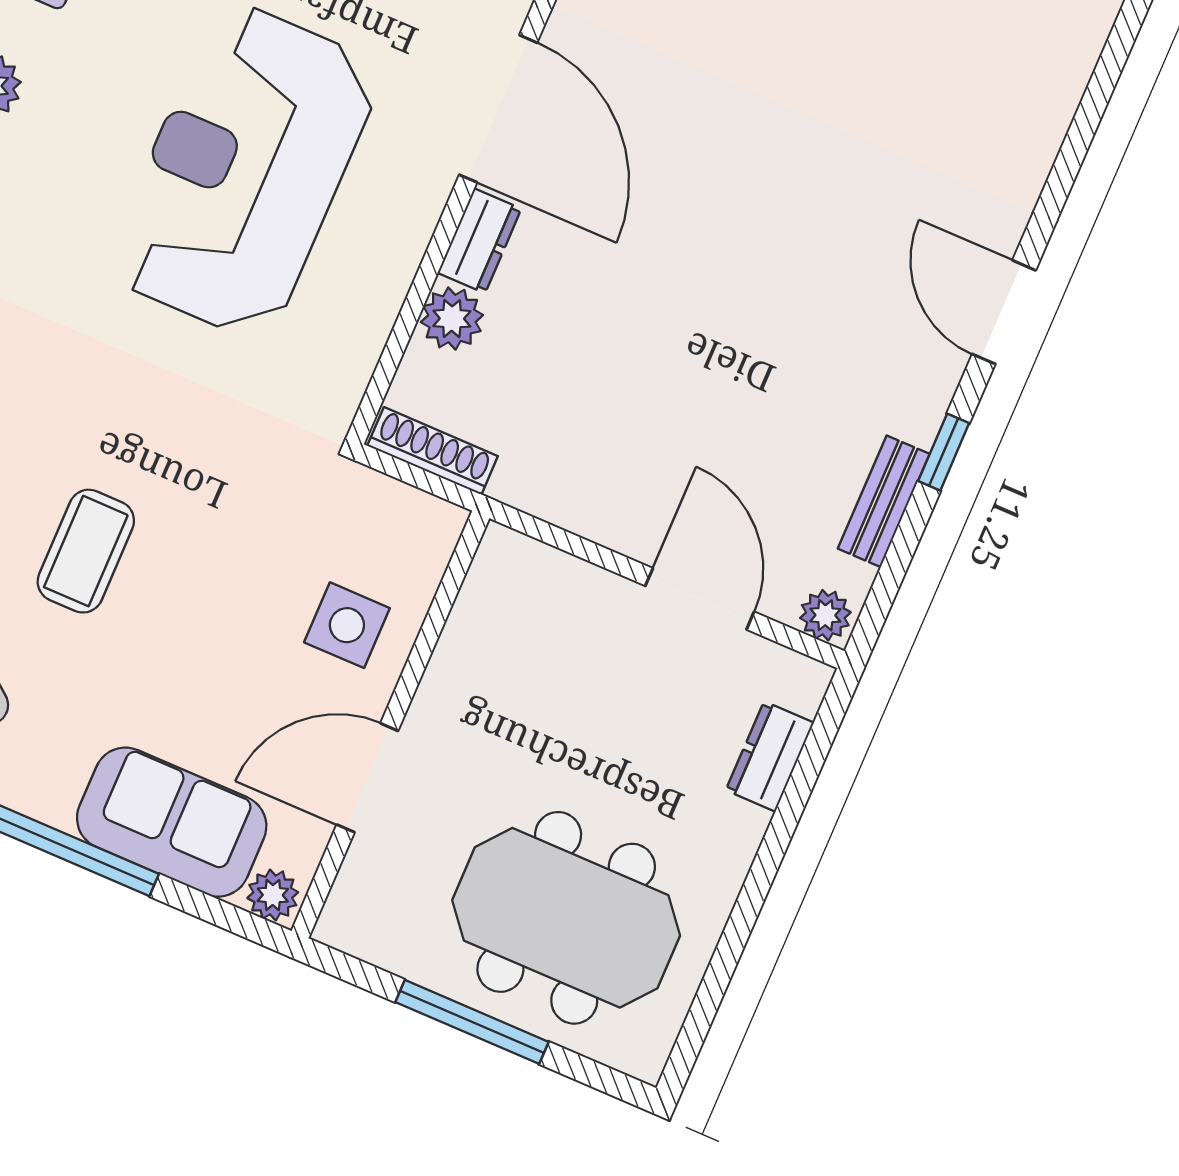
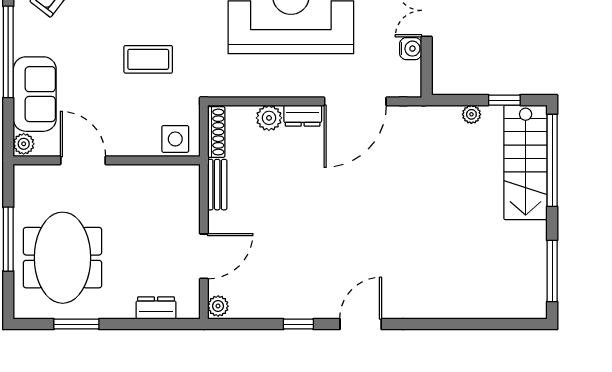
bench: (884, 501) -> (217, 185), moved, turned 90
coffee table: (86, 551) -> (148, 59), moved
side table: (347, 625) -> (175, 139), moved
window: (729, 951) -> (76, 324), added

